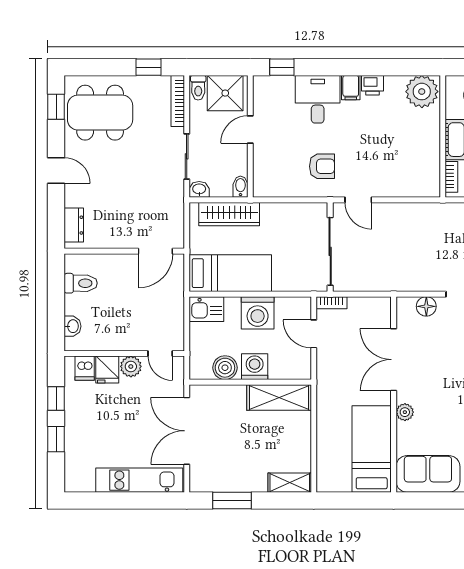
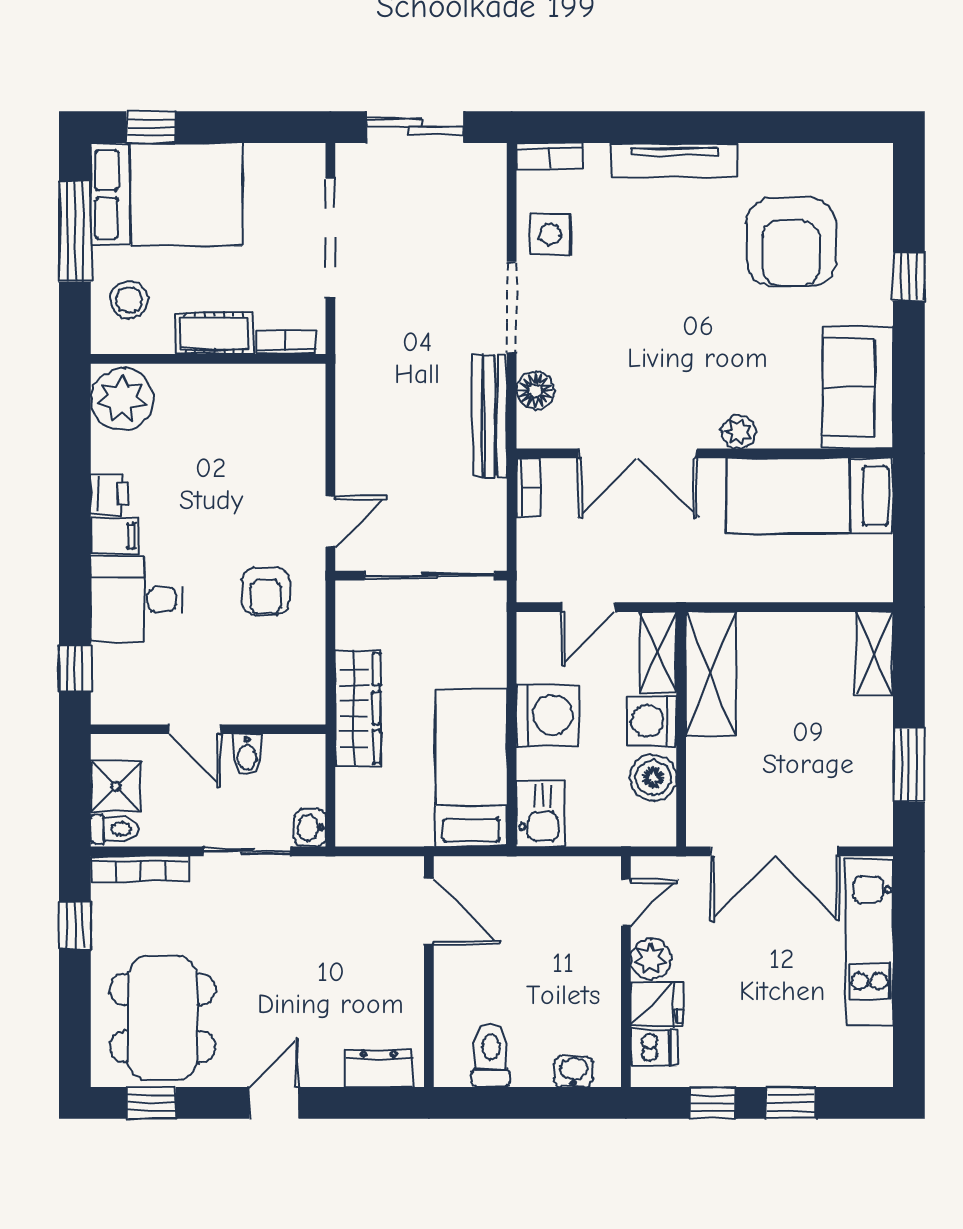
shower: (225, 93) -> (116, 786), width x0.73, depth x0.73
armchair: (322, 166) -> (266, 591), turned 180
bidet: (240, 187) -> (247, 755), moved, turned -90
wardrobe: (229, 214) -> (358, 708), moved
bench: (413, 283) -> (490, 416), added
bookcase: (332, 303) -> (528, 488), moved
shelving: (290, 370) -> (658, 652), added

